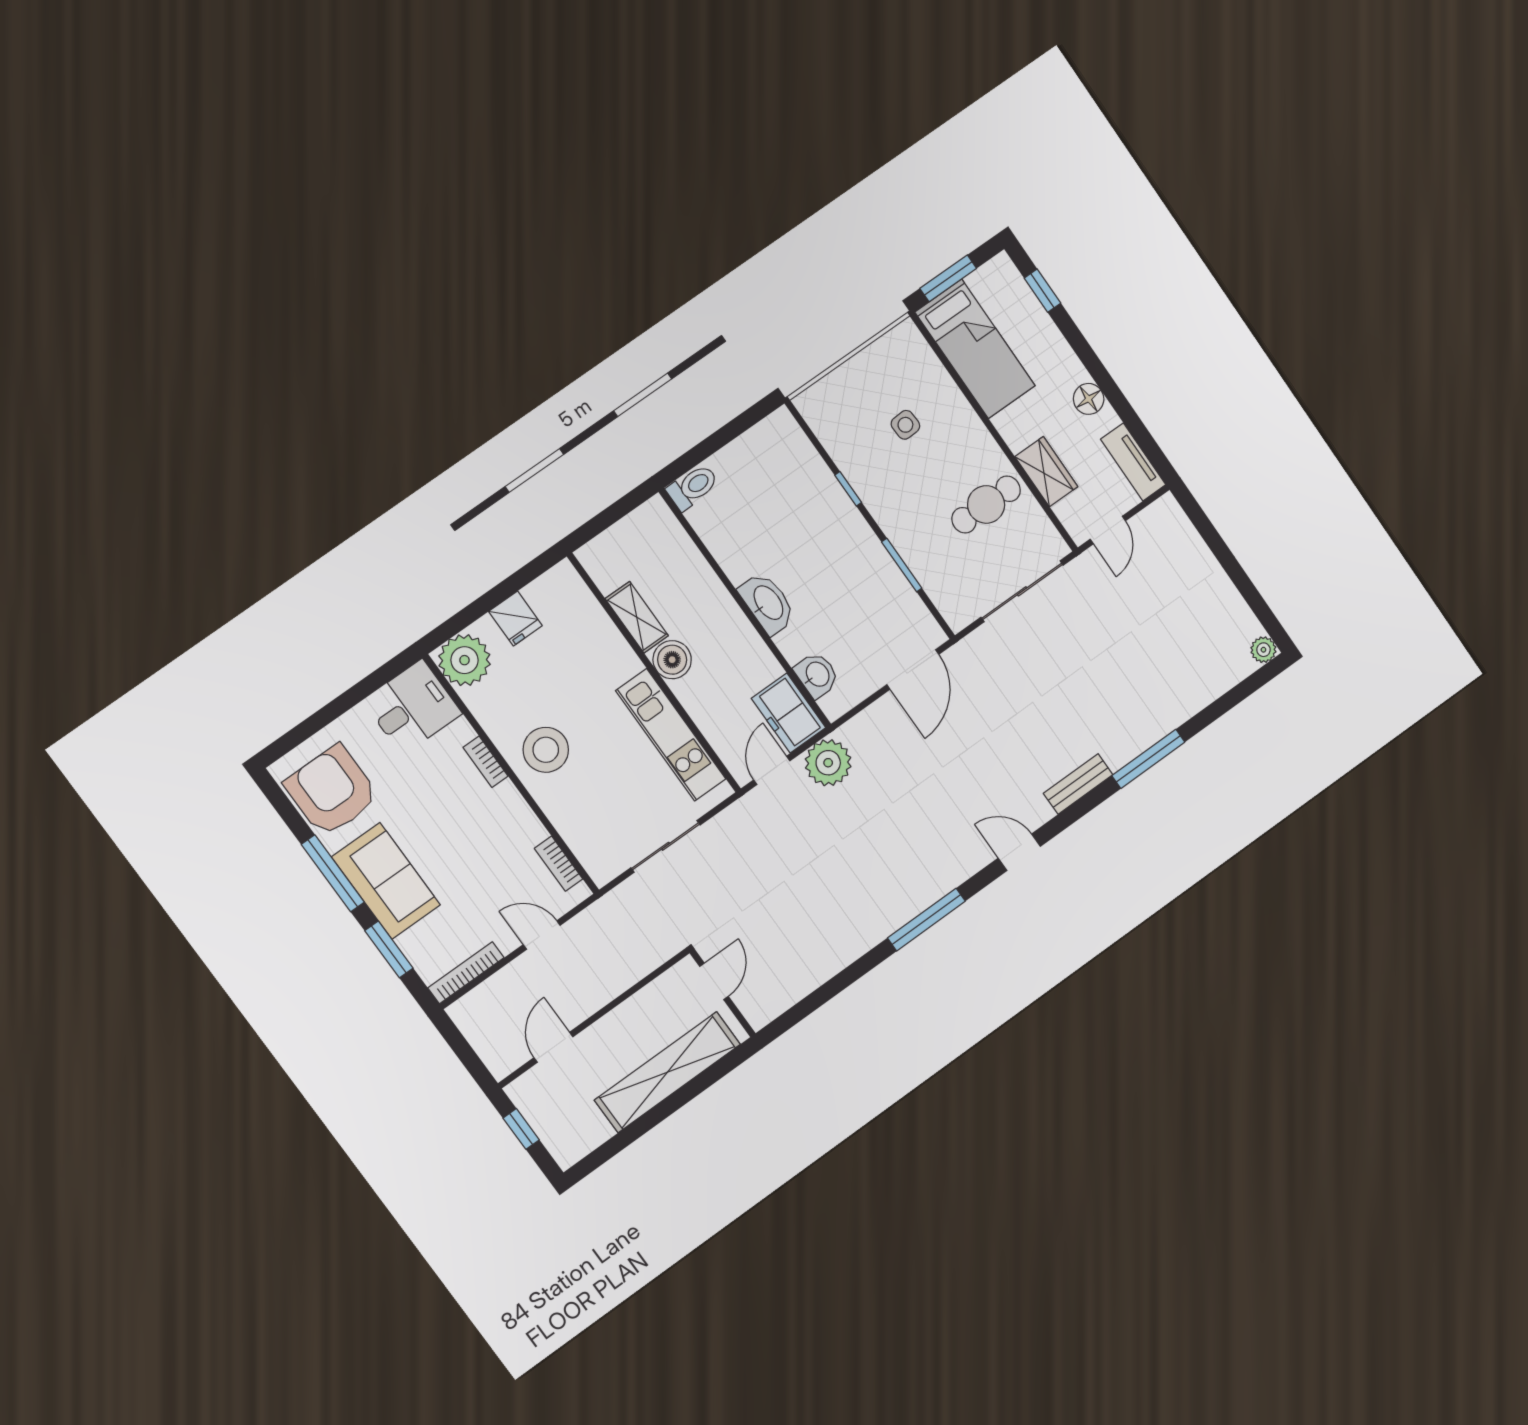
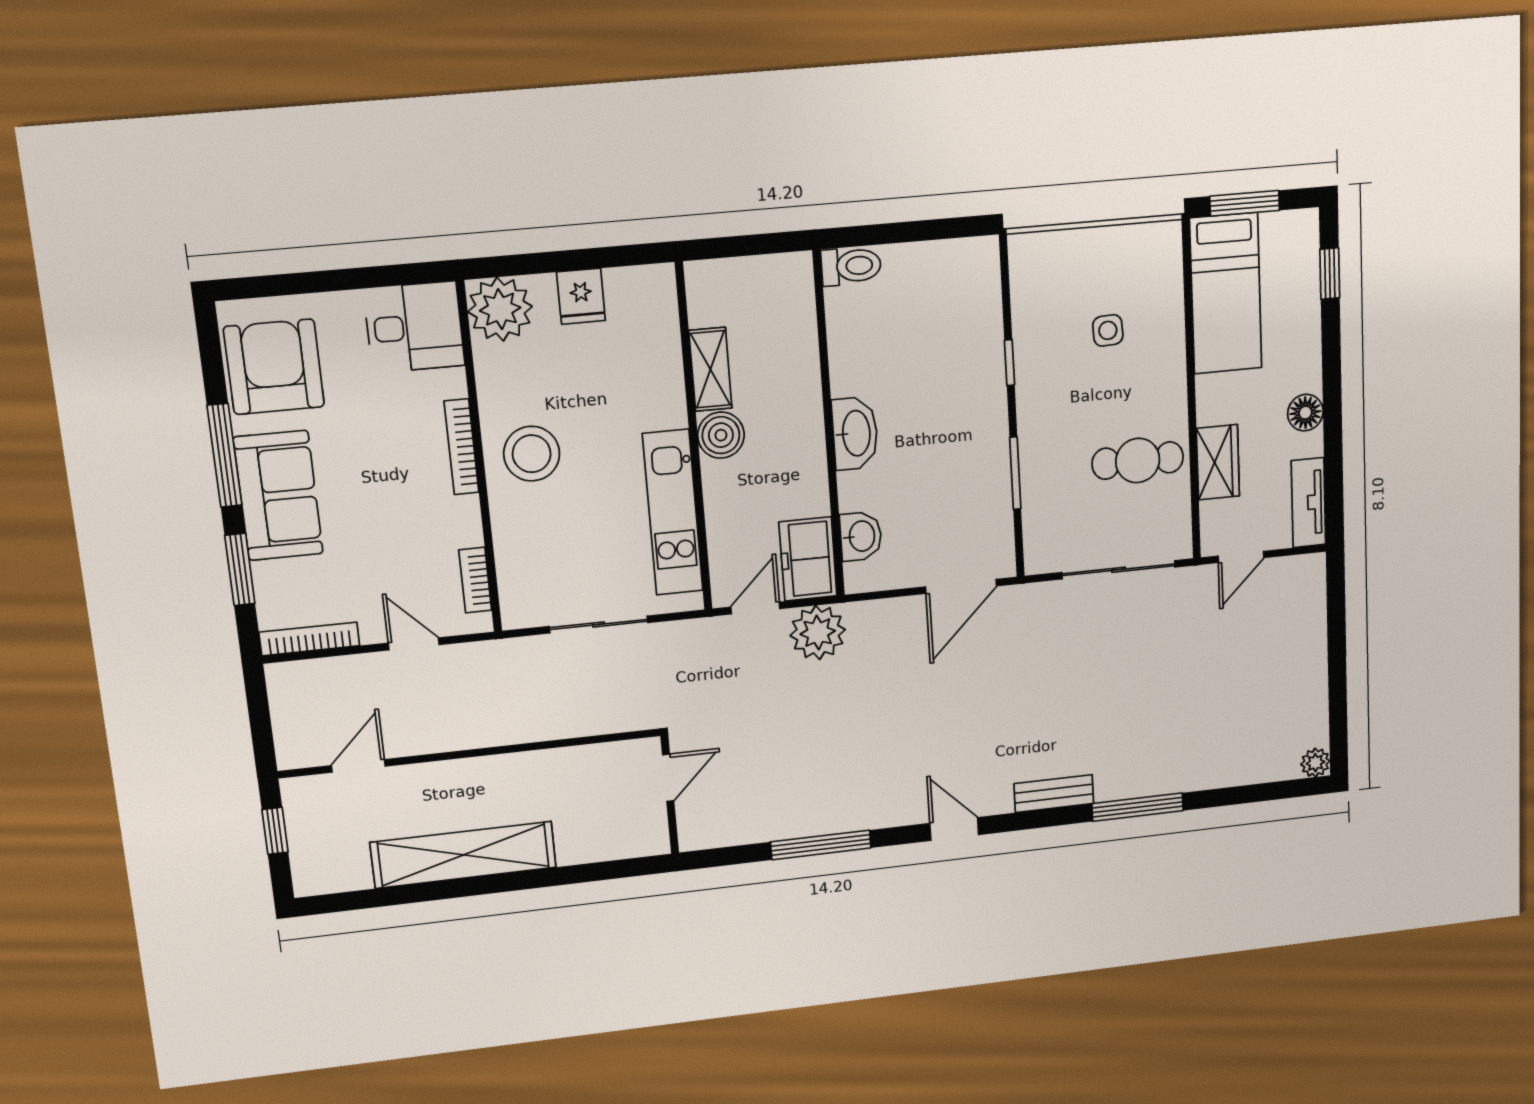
bookcase: (486, 762) -> (462, 447), width x1.56
door: (714, 981) -> (668, 778), moved
wall: (723, 993) -> (670, 795), moved

